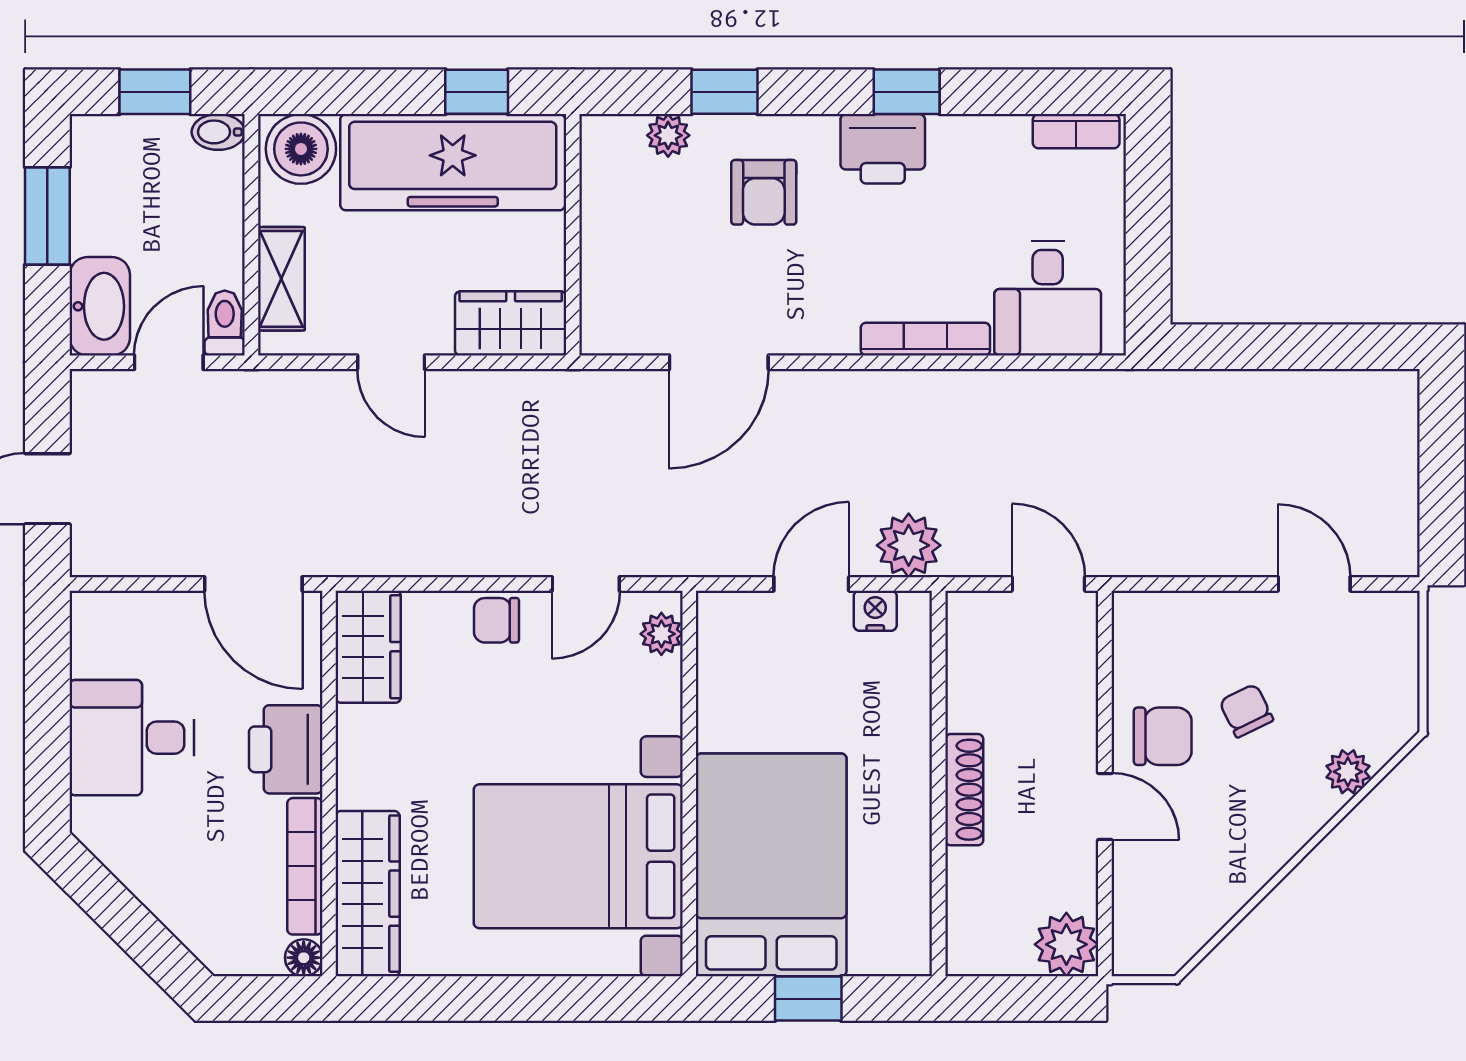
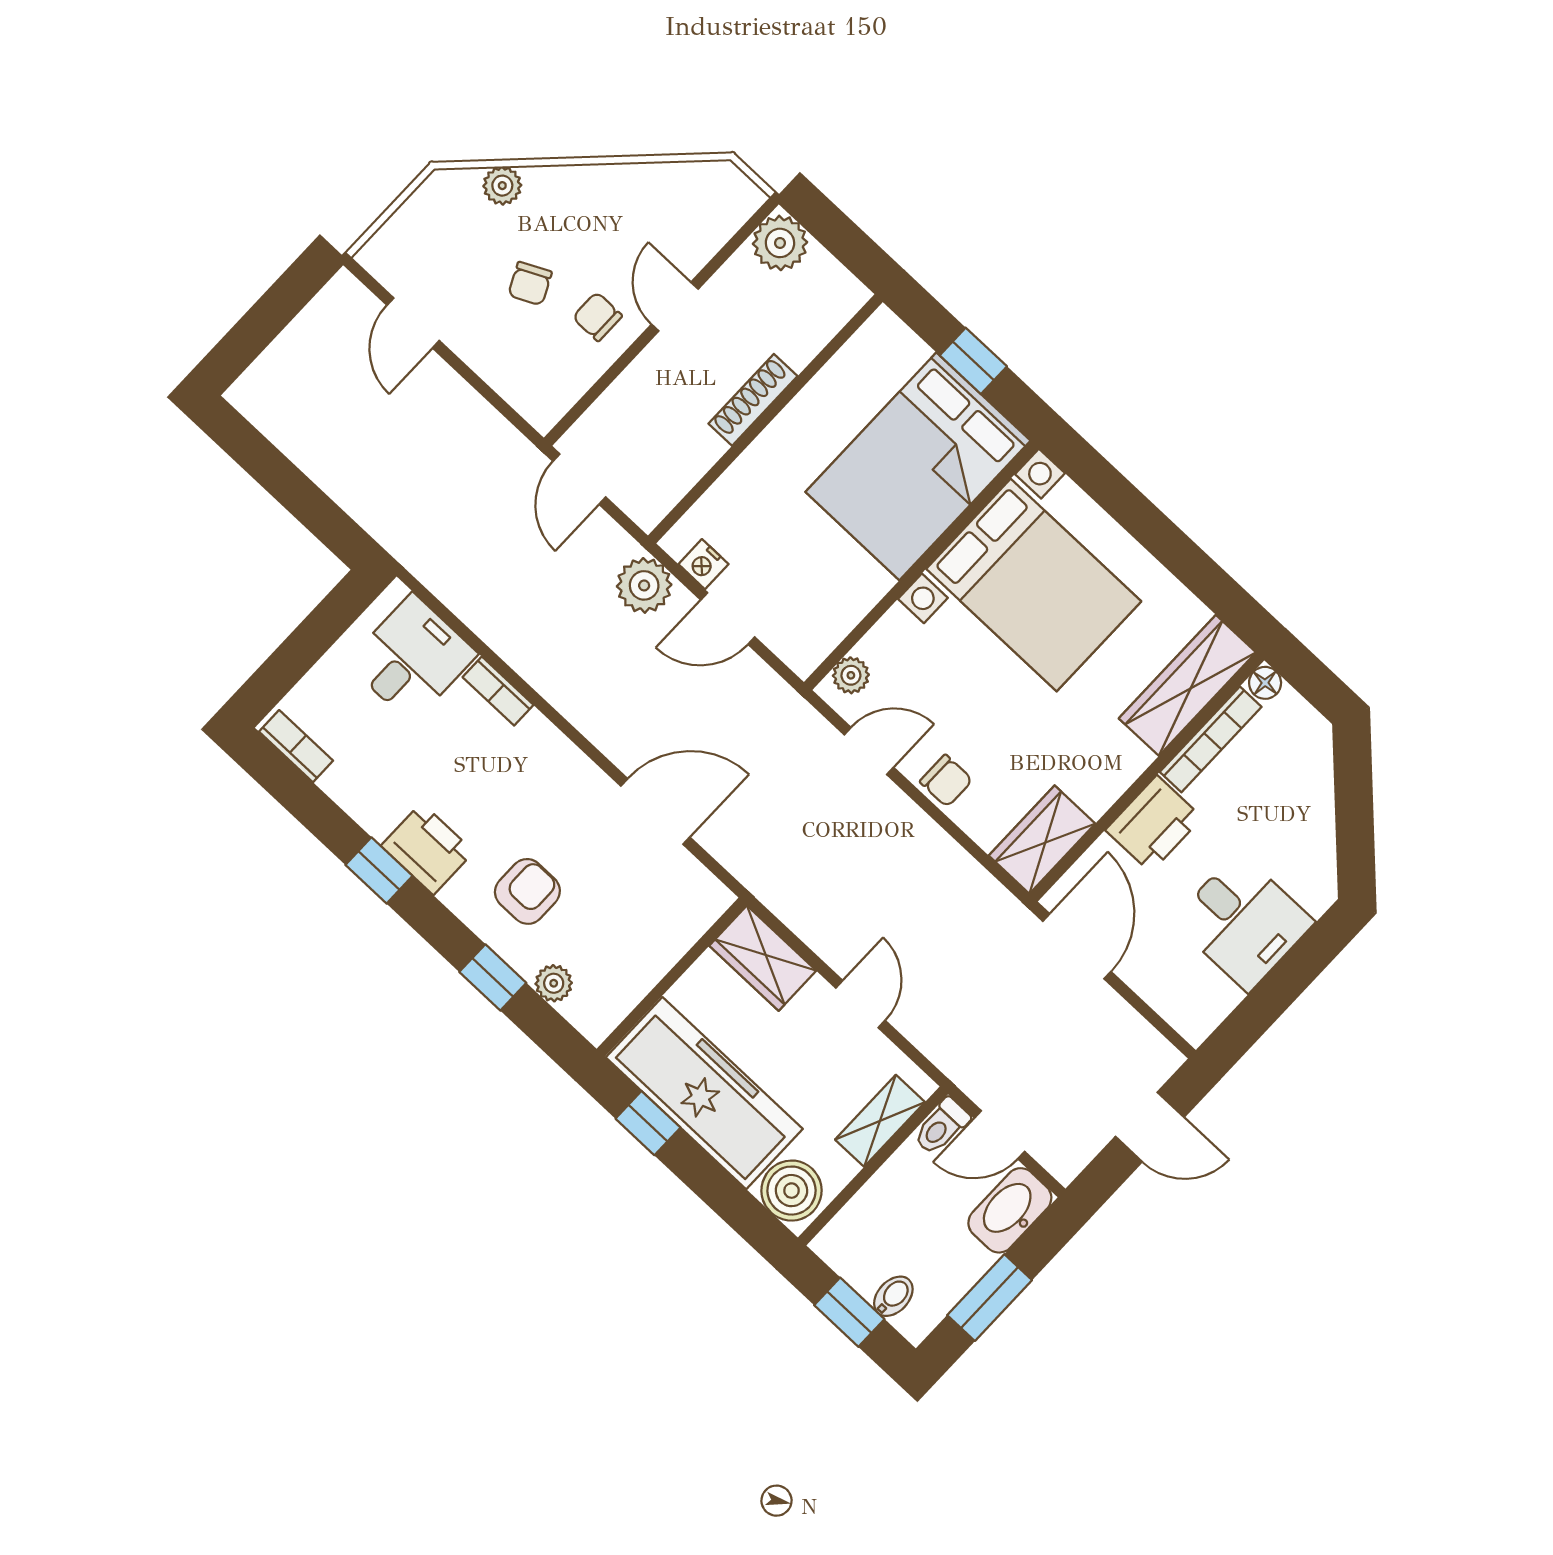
bidet: (218, 132) -> (893, 1296), moved, turned -90
bookcase: (925, 339) -> (498, 691), width x0.64
chair: (1163, 736) -> (597, 317), width x0.73, depth x0.73

